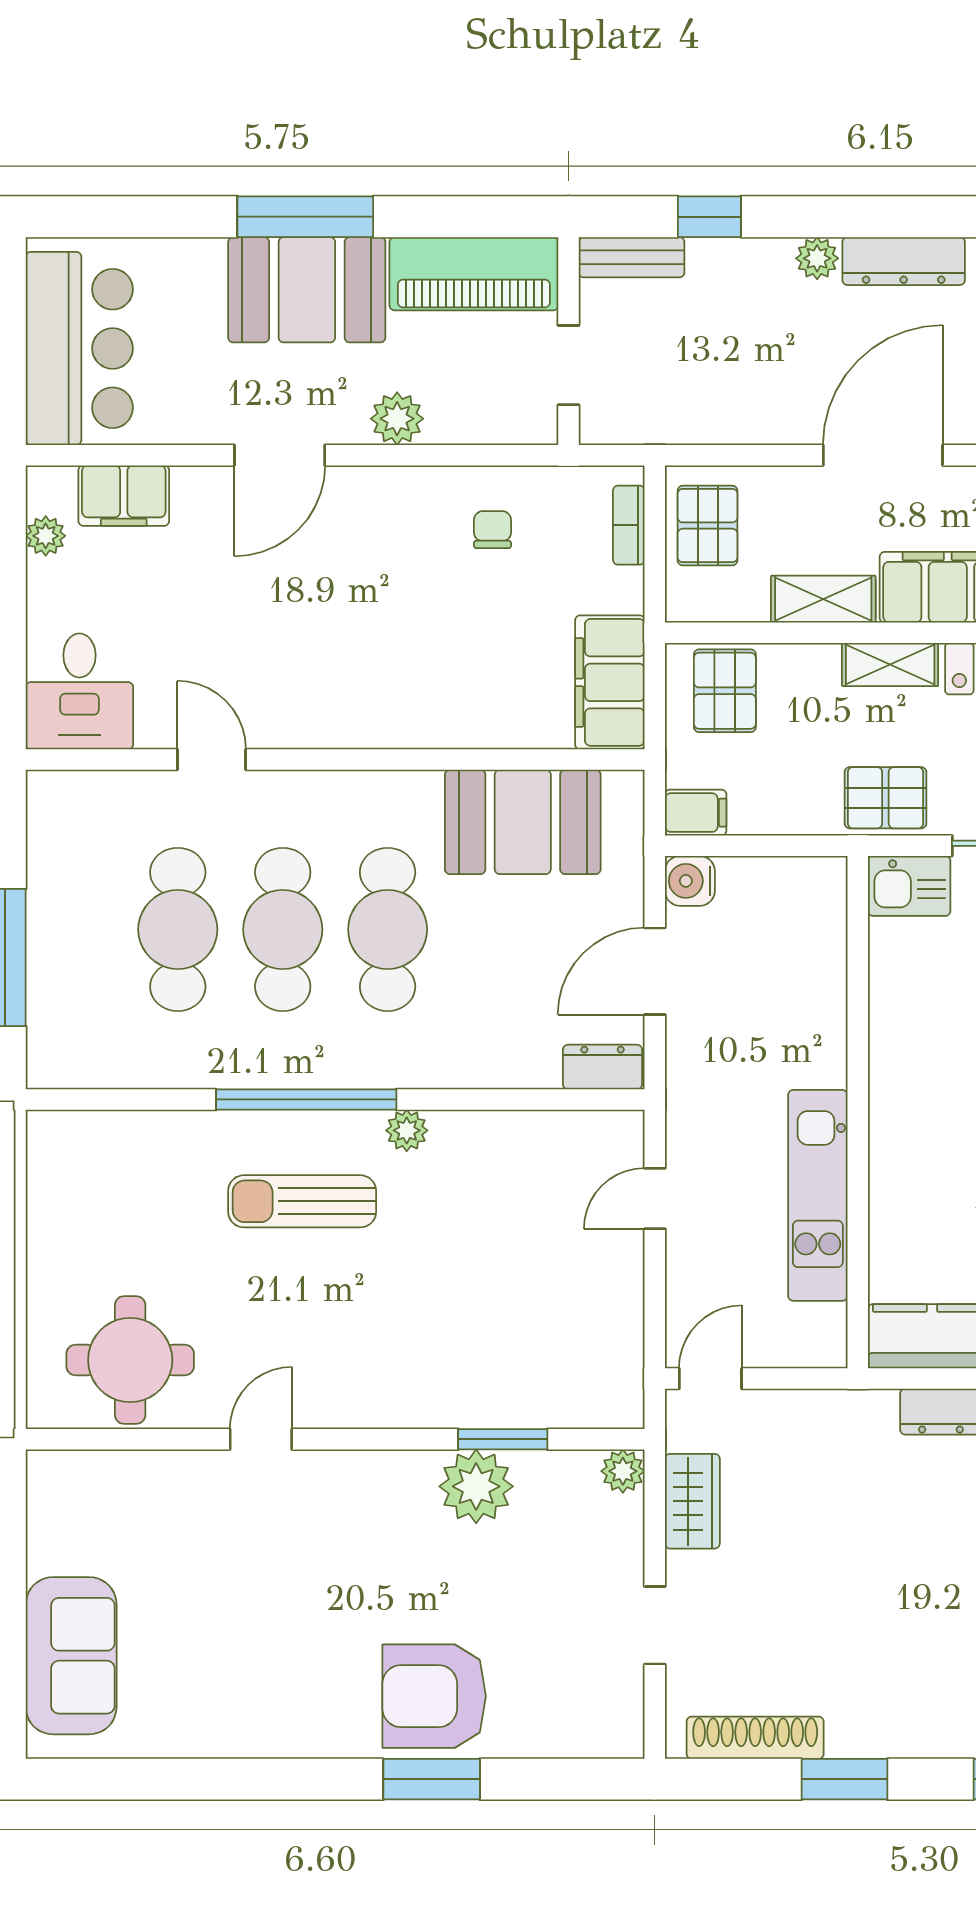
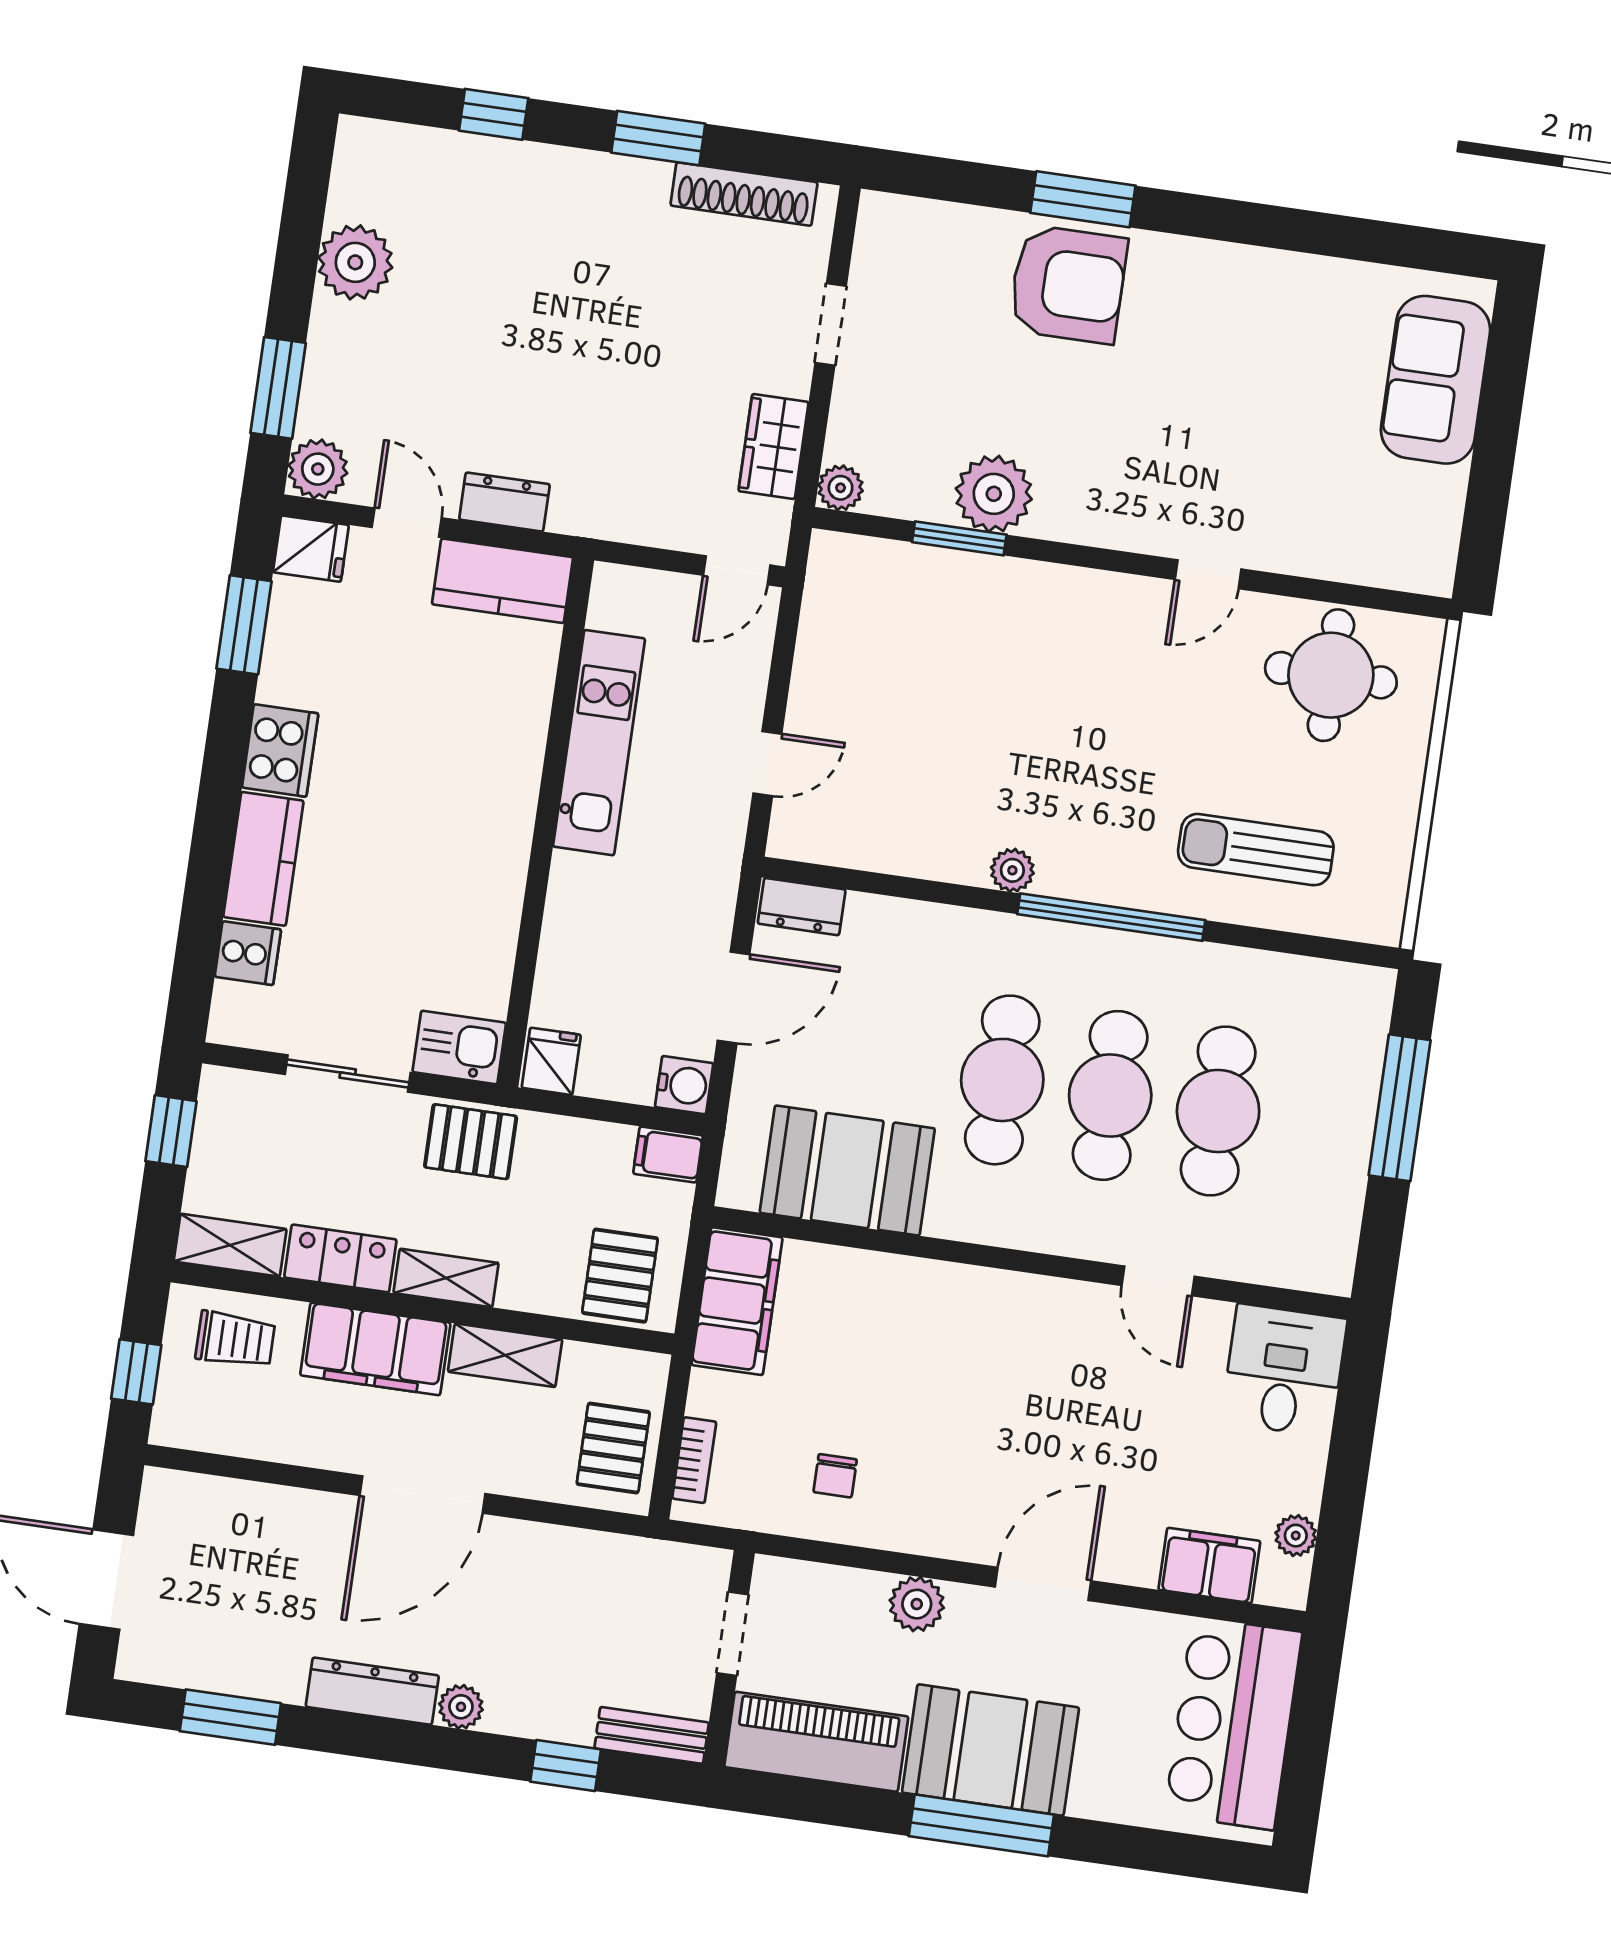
fridge: (820, 885) -> (551, 1061), added
sun lounger: (302, 1201) -> (1256, 850), moved, turned 180

